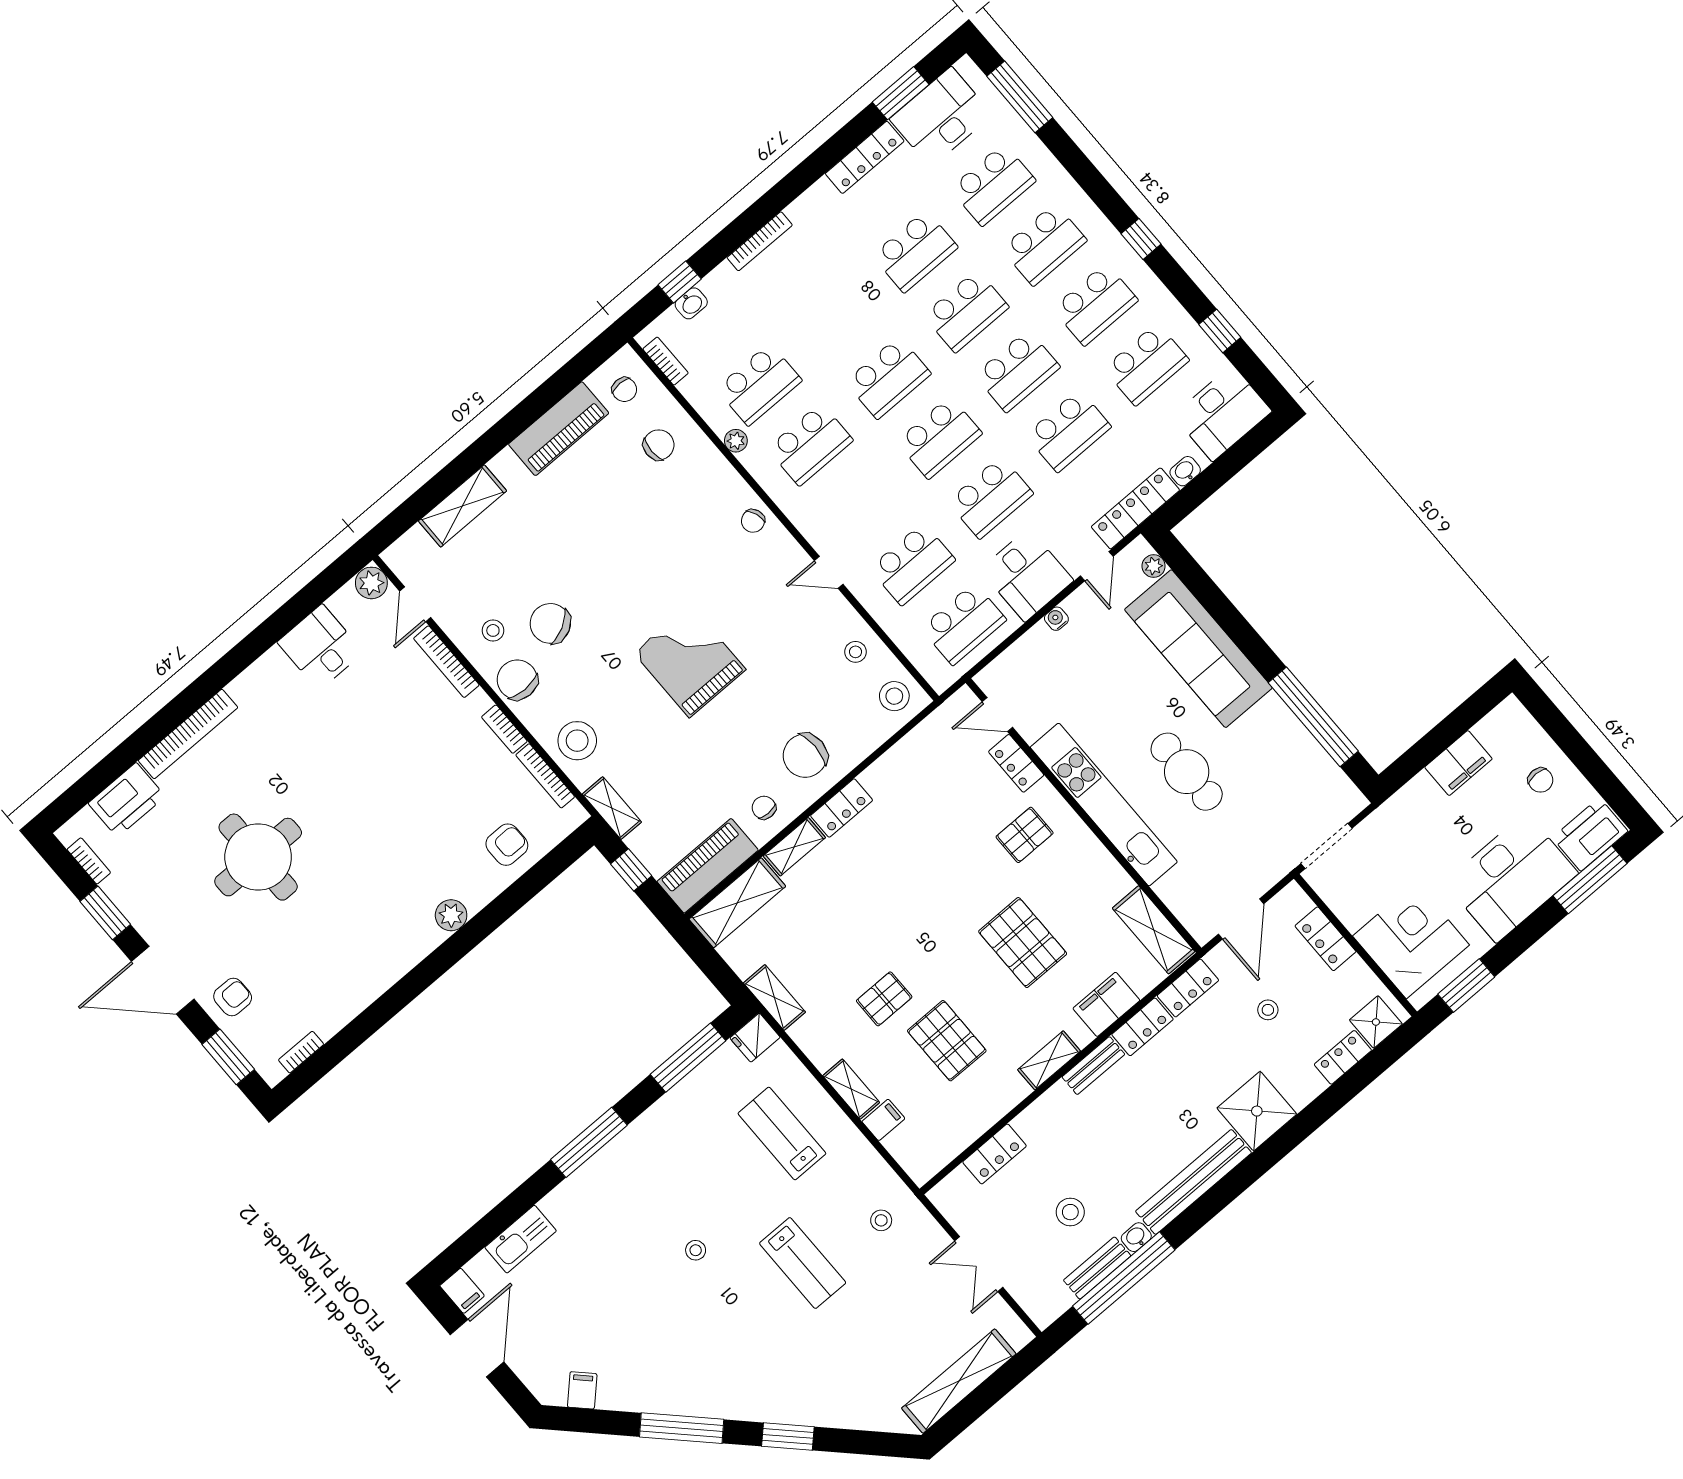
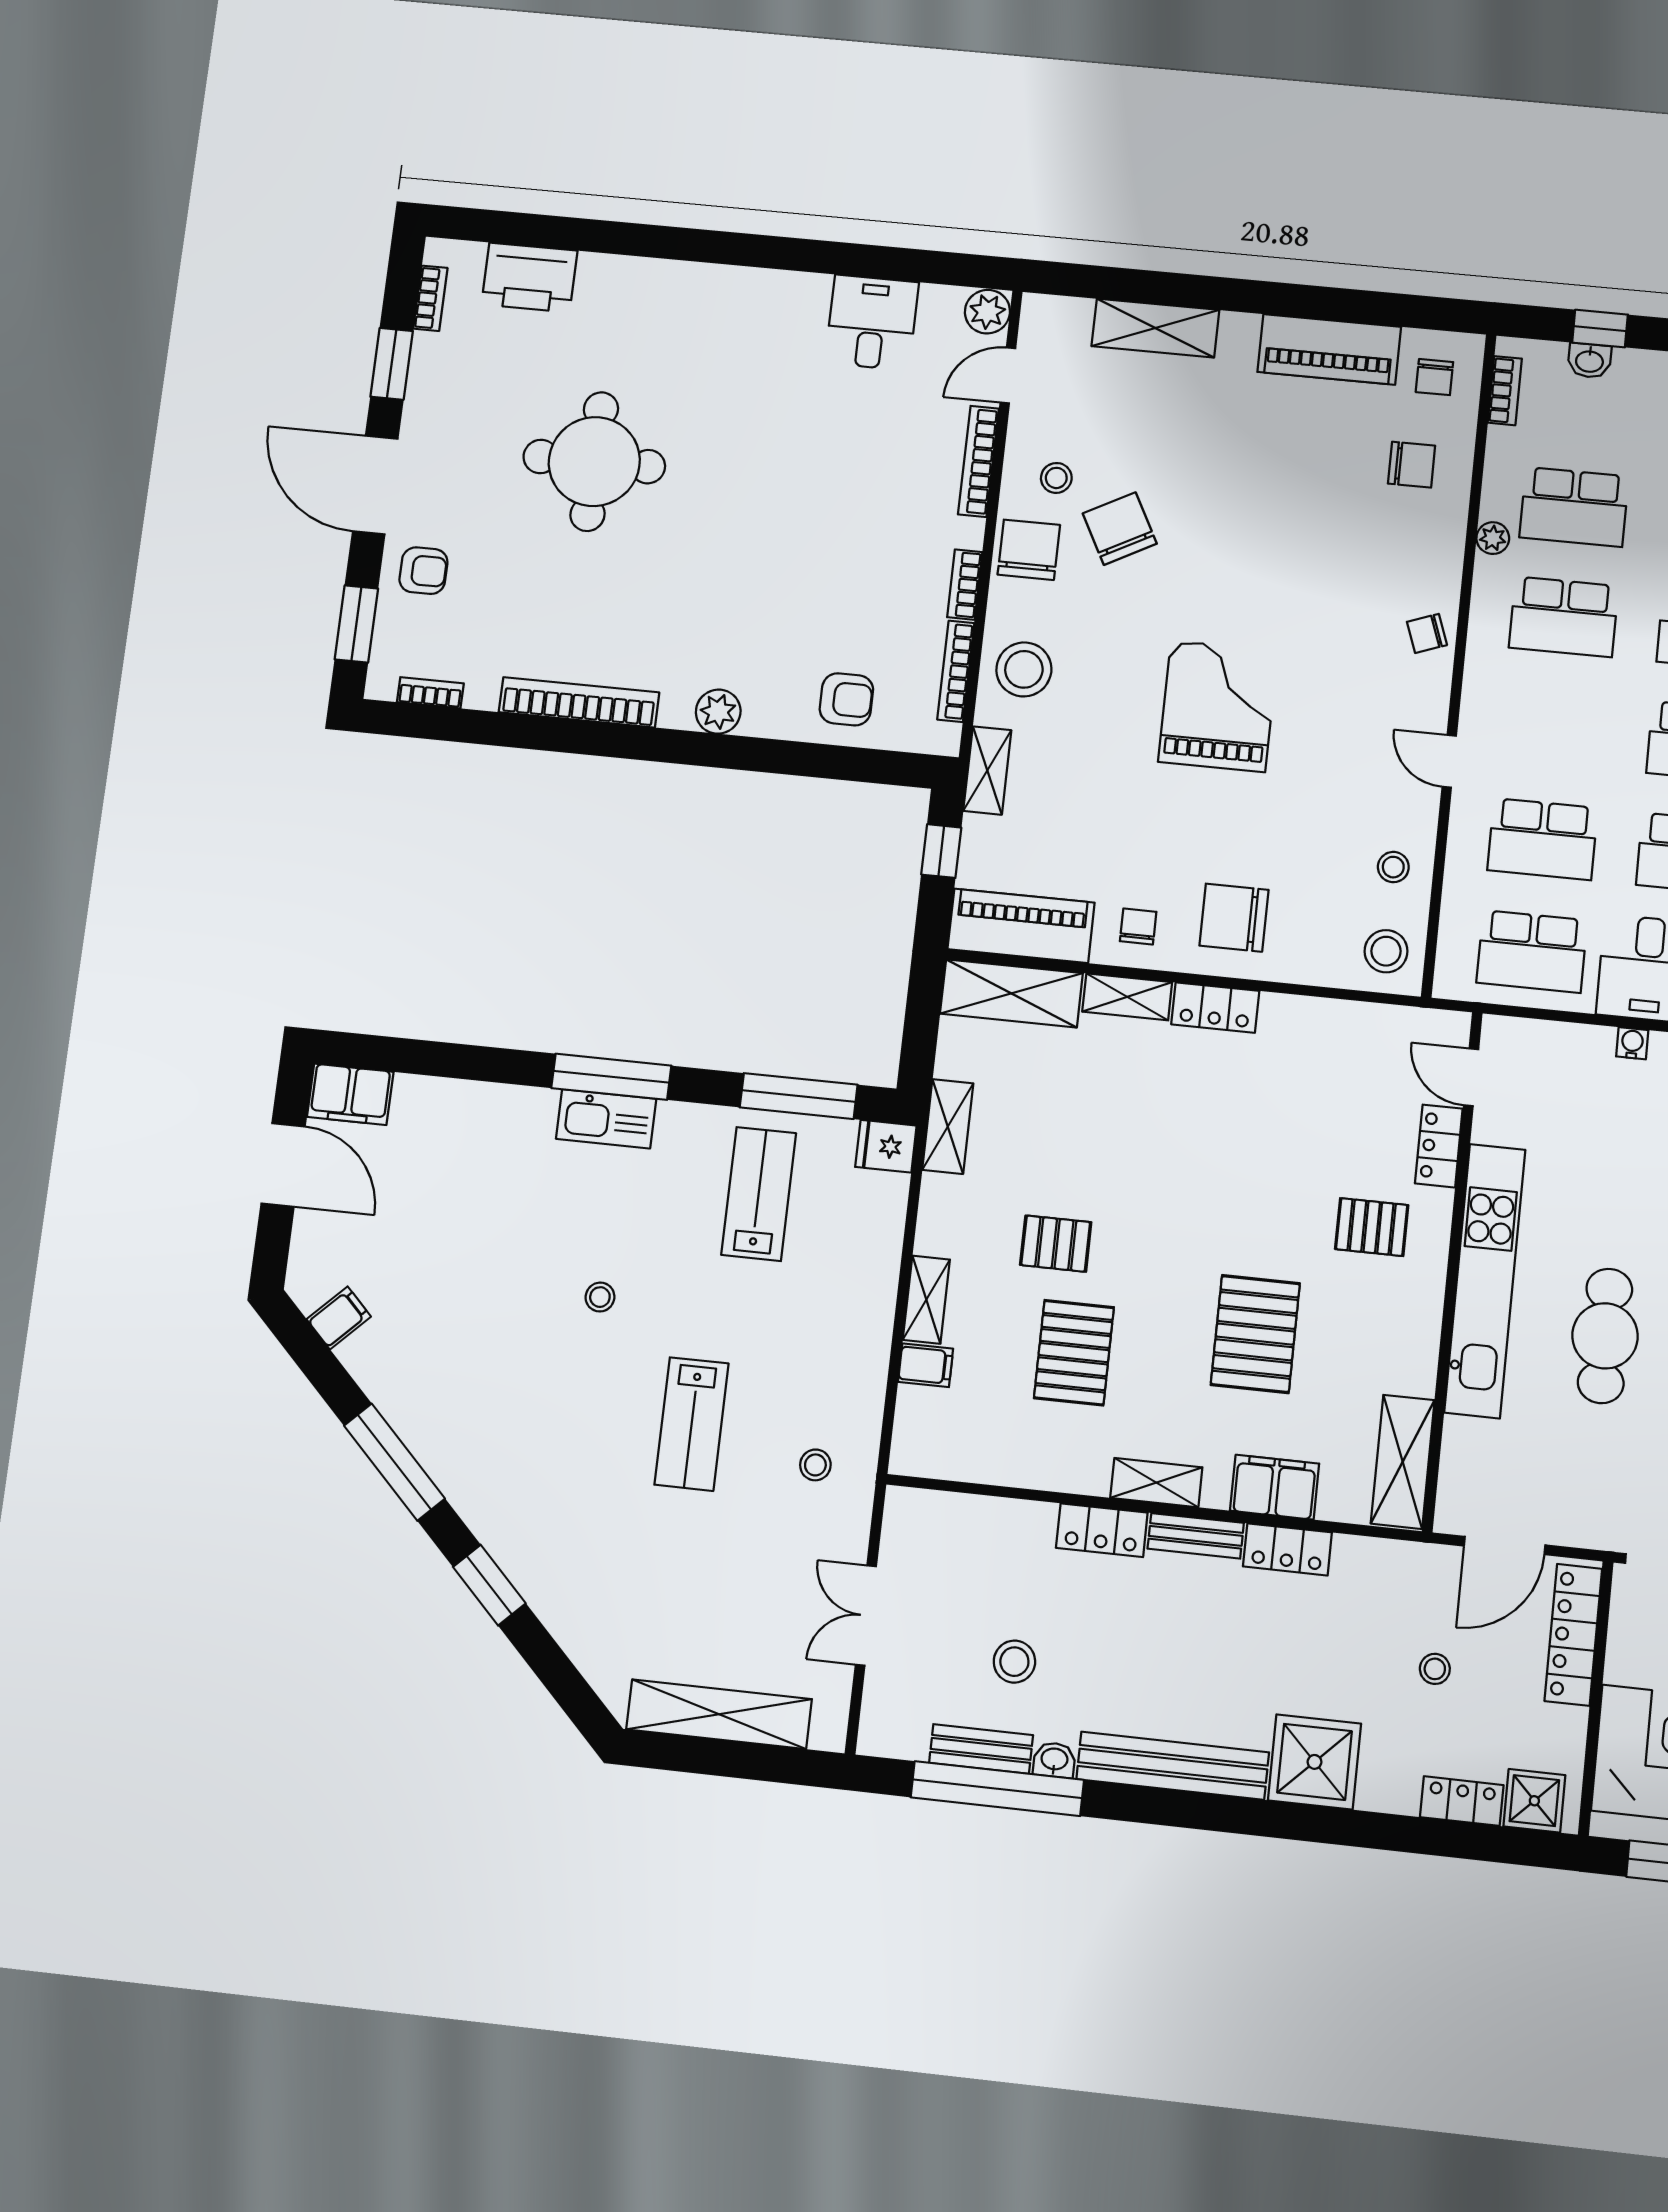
bookcase: (188, 734) -> (579, 702), moved, turned 180
locker: (1325, 939) -> (1573, 1635), width x1.53
locker: (1188, 988) -> (1376, 1559), removed
lab bench: (782, 1133) -> (759, 1194), moved
locker: (995, 1154) -> (1102, 1530), moved
kitchen sink: (521, 1239) -> (606, 1119), moved
filing cabinet: (462, 1291) -> (350, 1094), width x2.00
door: (477, 1348) -> (283, 1165), hinge flipped

